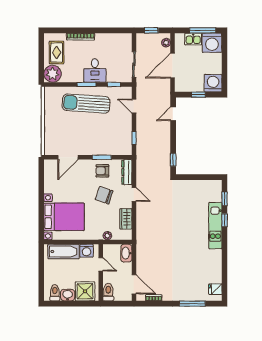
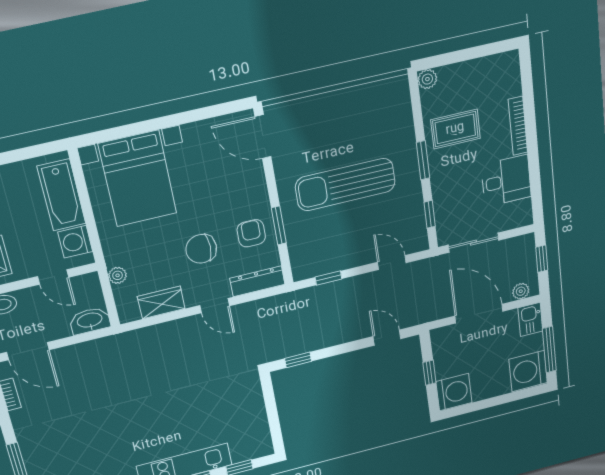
kitchen sink: (193, 39) -> (530, 319), moved
rug: (57, 53) -> (455, 129), moved
desk: (95, 70) -> (506, 181), moved, turned 180
plant: (53, 74) -> (427, 79), width x0.53, depth x0.53
sun lounger: (86, 104) -> (345, 185), moved, turned -94
door: (134, 106) -> (392, 263), hinge flipped
door: (68, 157) -> (263, 137), moved
door: (134, 194) -> (215, 306), hinge flipped
chair: (104, 195) -> (201, 249), turned -109
door: (101, 264) -> (53, 277), hinge flipped
door: (134, 284) -> (28, 351), hinge flipped

